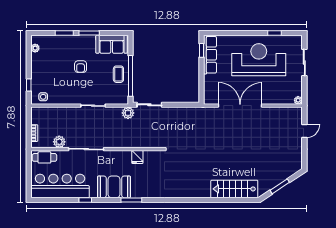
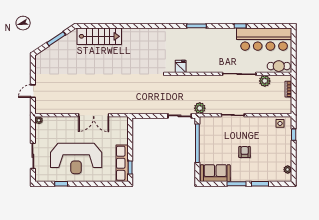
coffee table: (118, 74) -> (209, 145), removed
double door: (240, 106) -> (94, 115), width x0.73
fridge: (137, 157) -> (181, 66), moved
booth: (114, 187) -> (213, 38), removed

